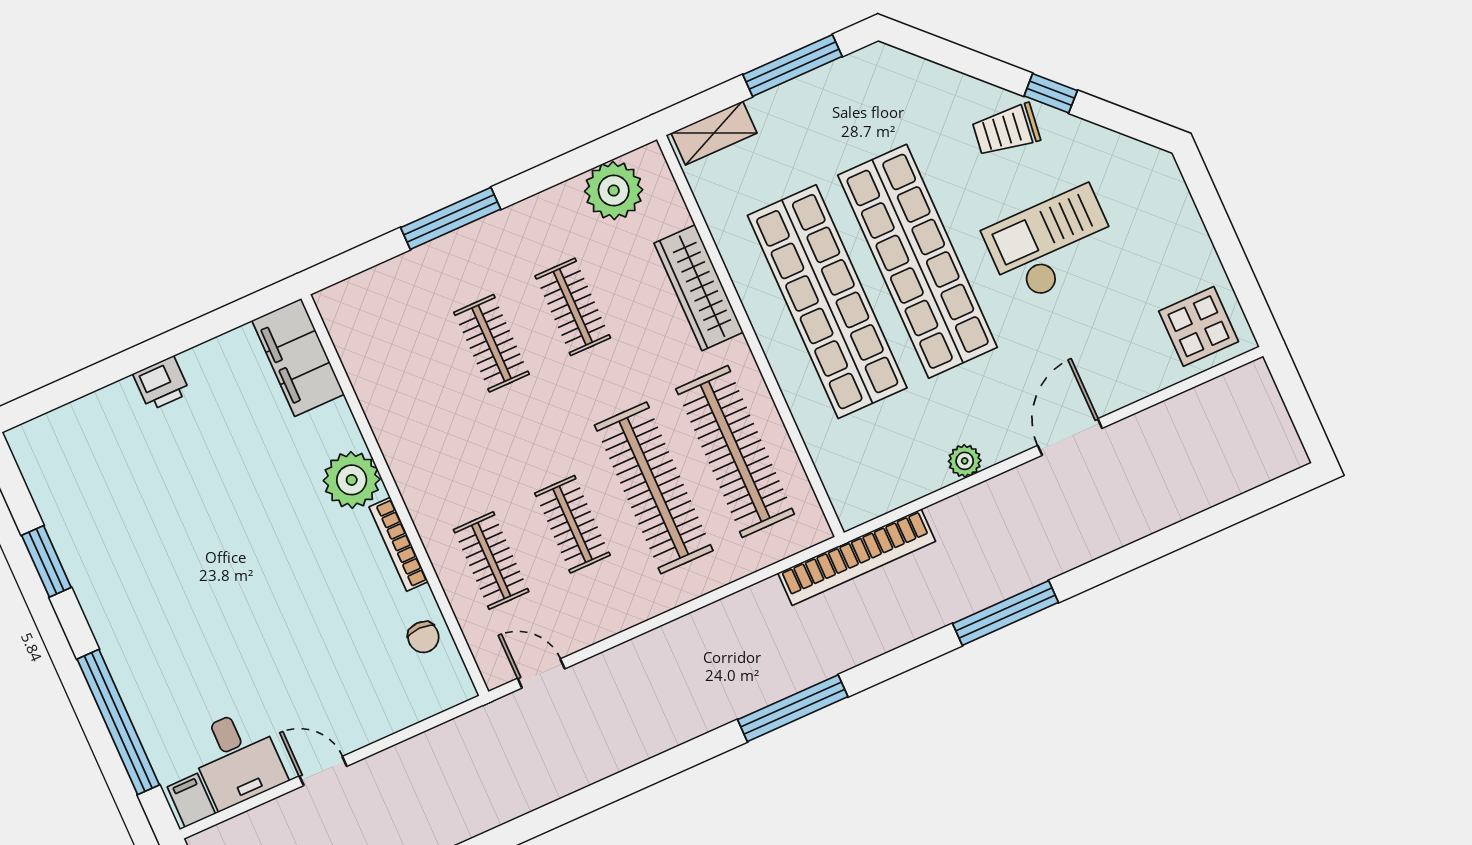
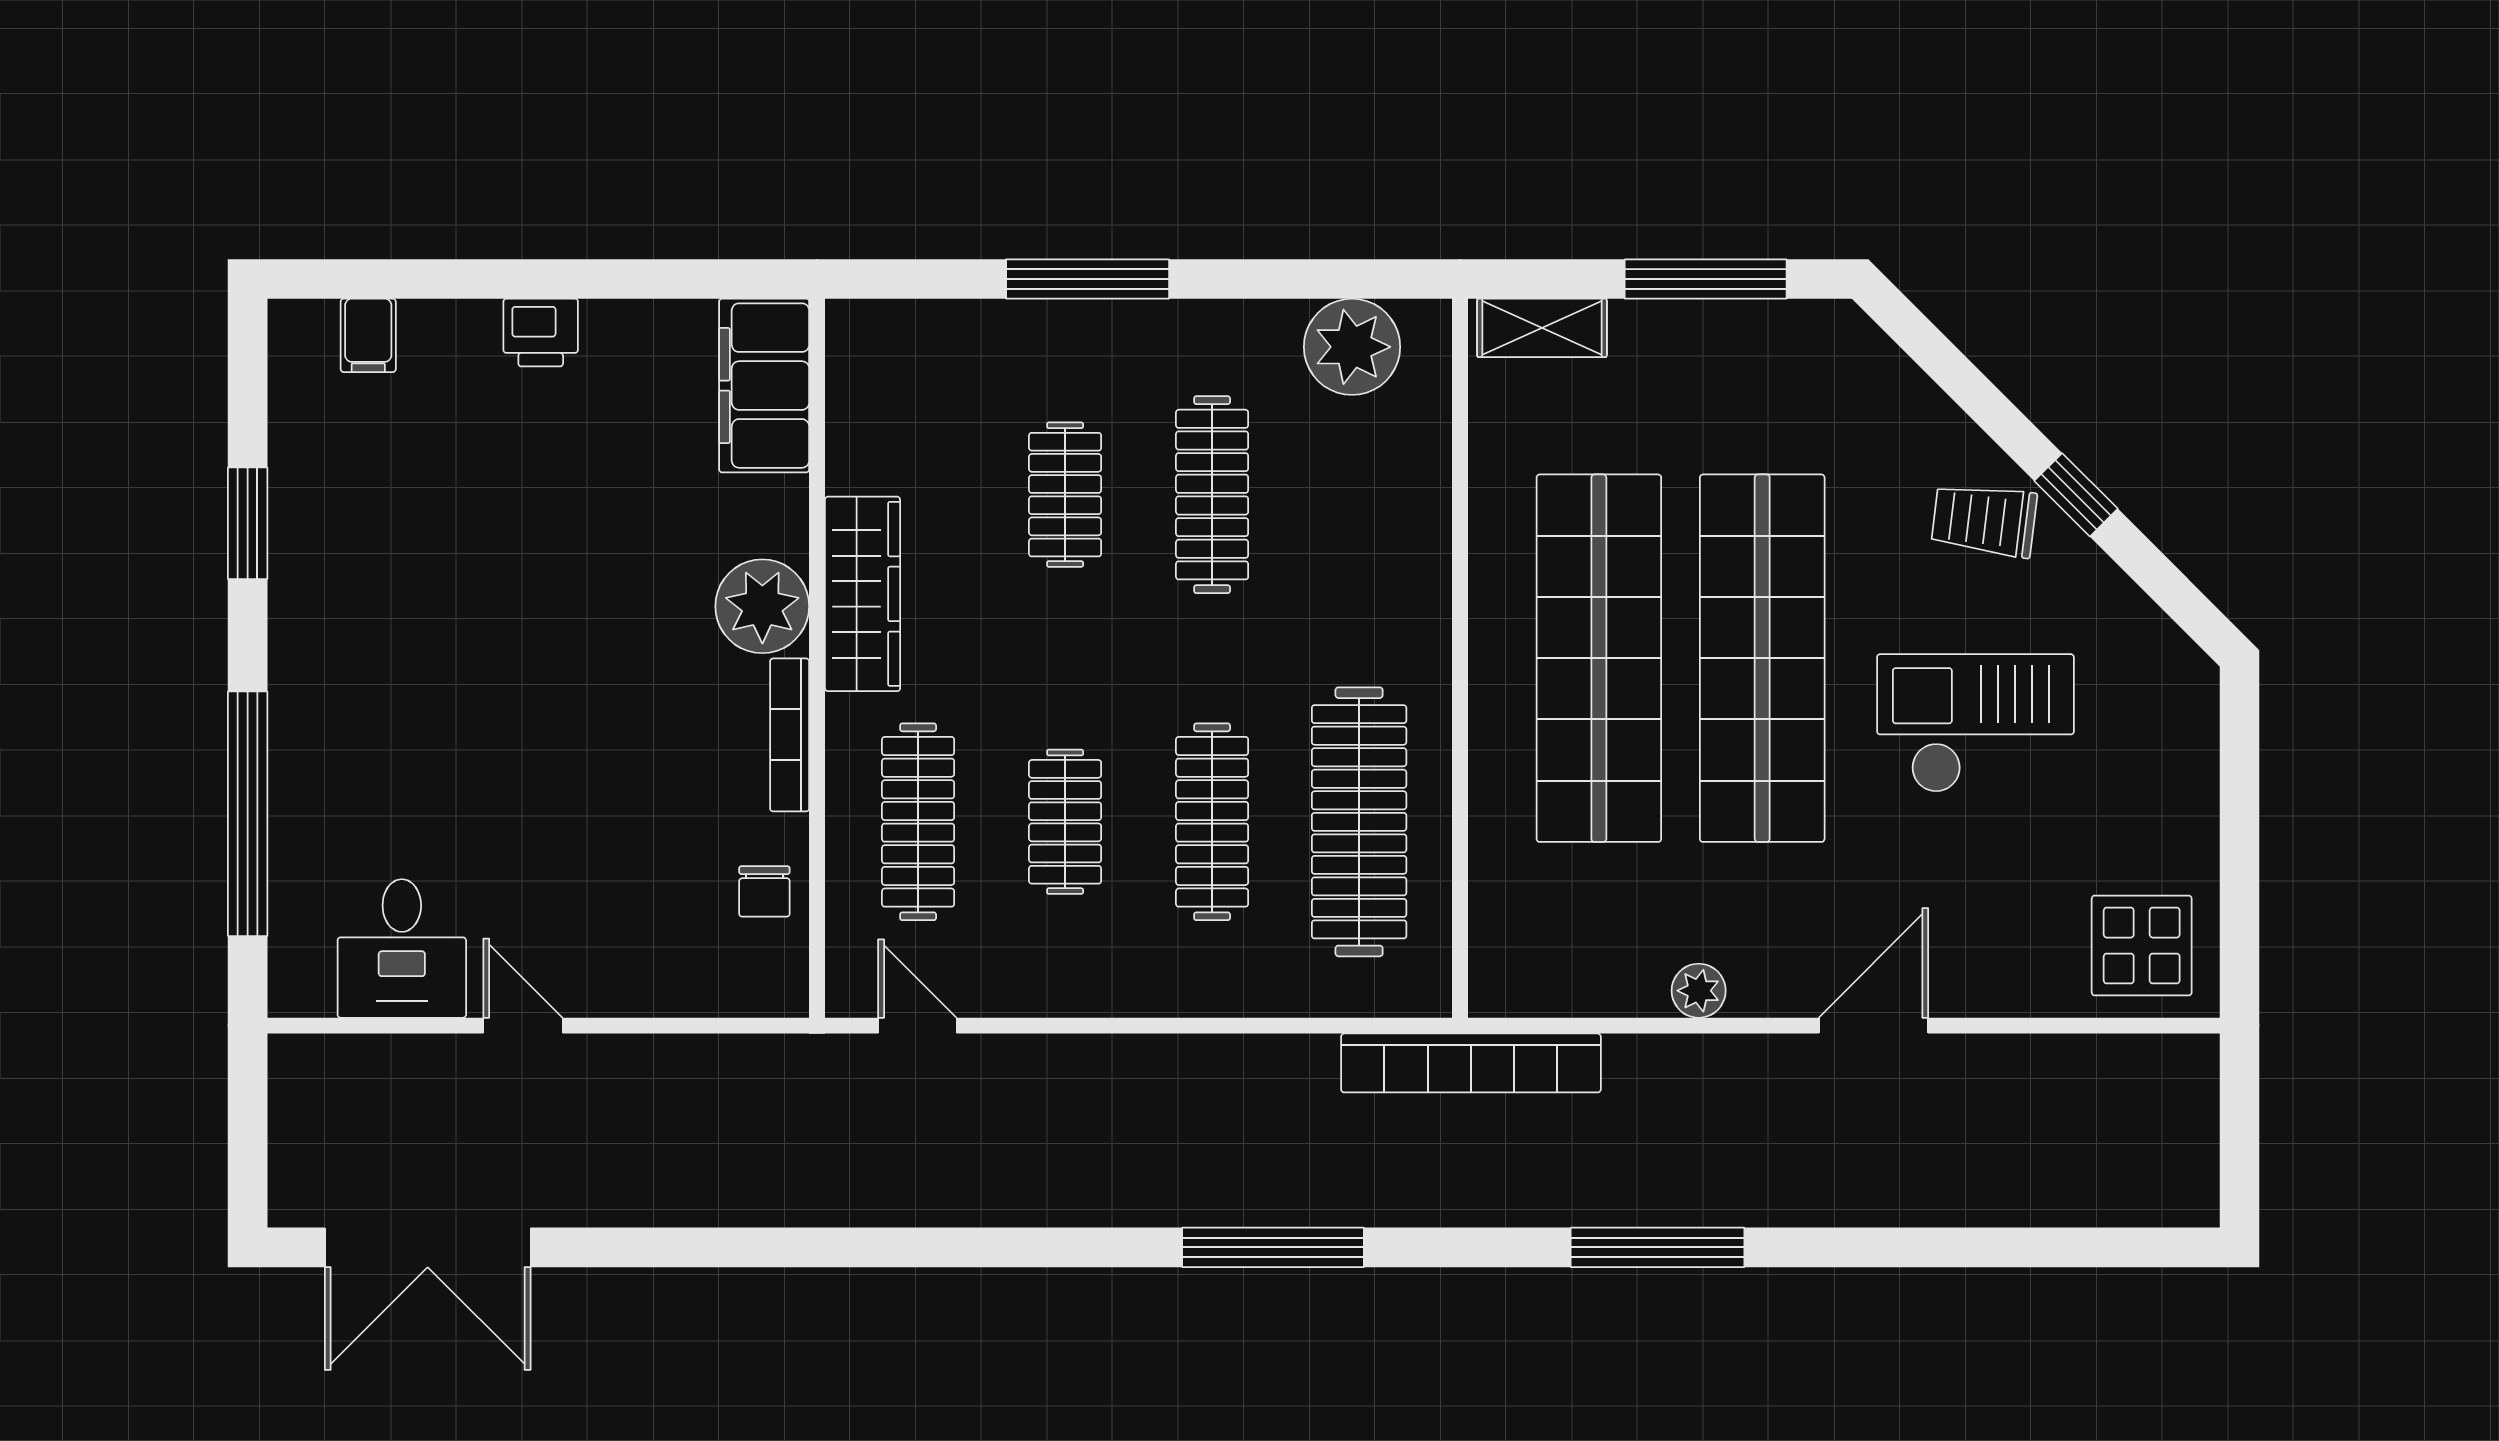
wardrobe: (699, 288) -> (863, 594), moved, turned 180
clothes rail: (573, 307) -> (1212, 495), width x1.36
clothes rail: (654, 488) -> (1212, 822), width x0.73, depth x0.76
clothes rail: (491, 561) -> (918, 822), width x1.36
filing cabinet: (191, 800) -> (368, 335), moved, turned 180

